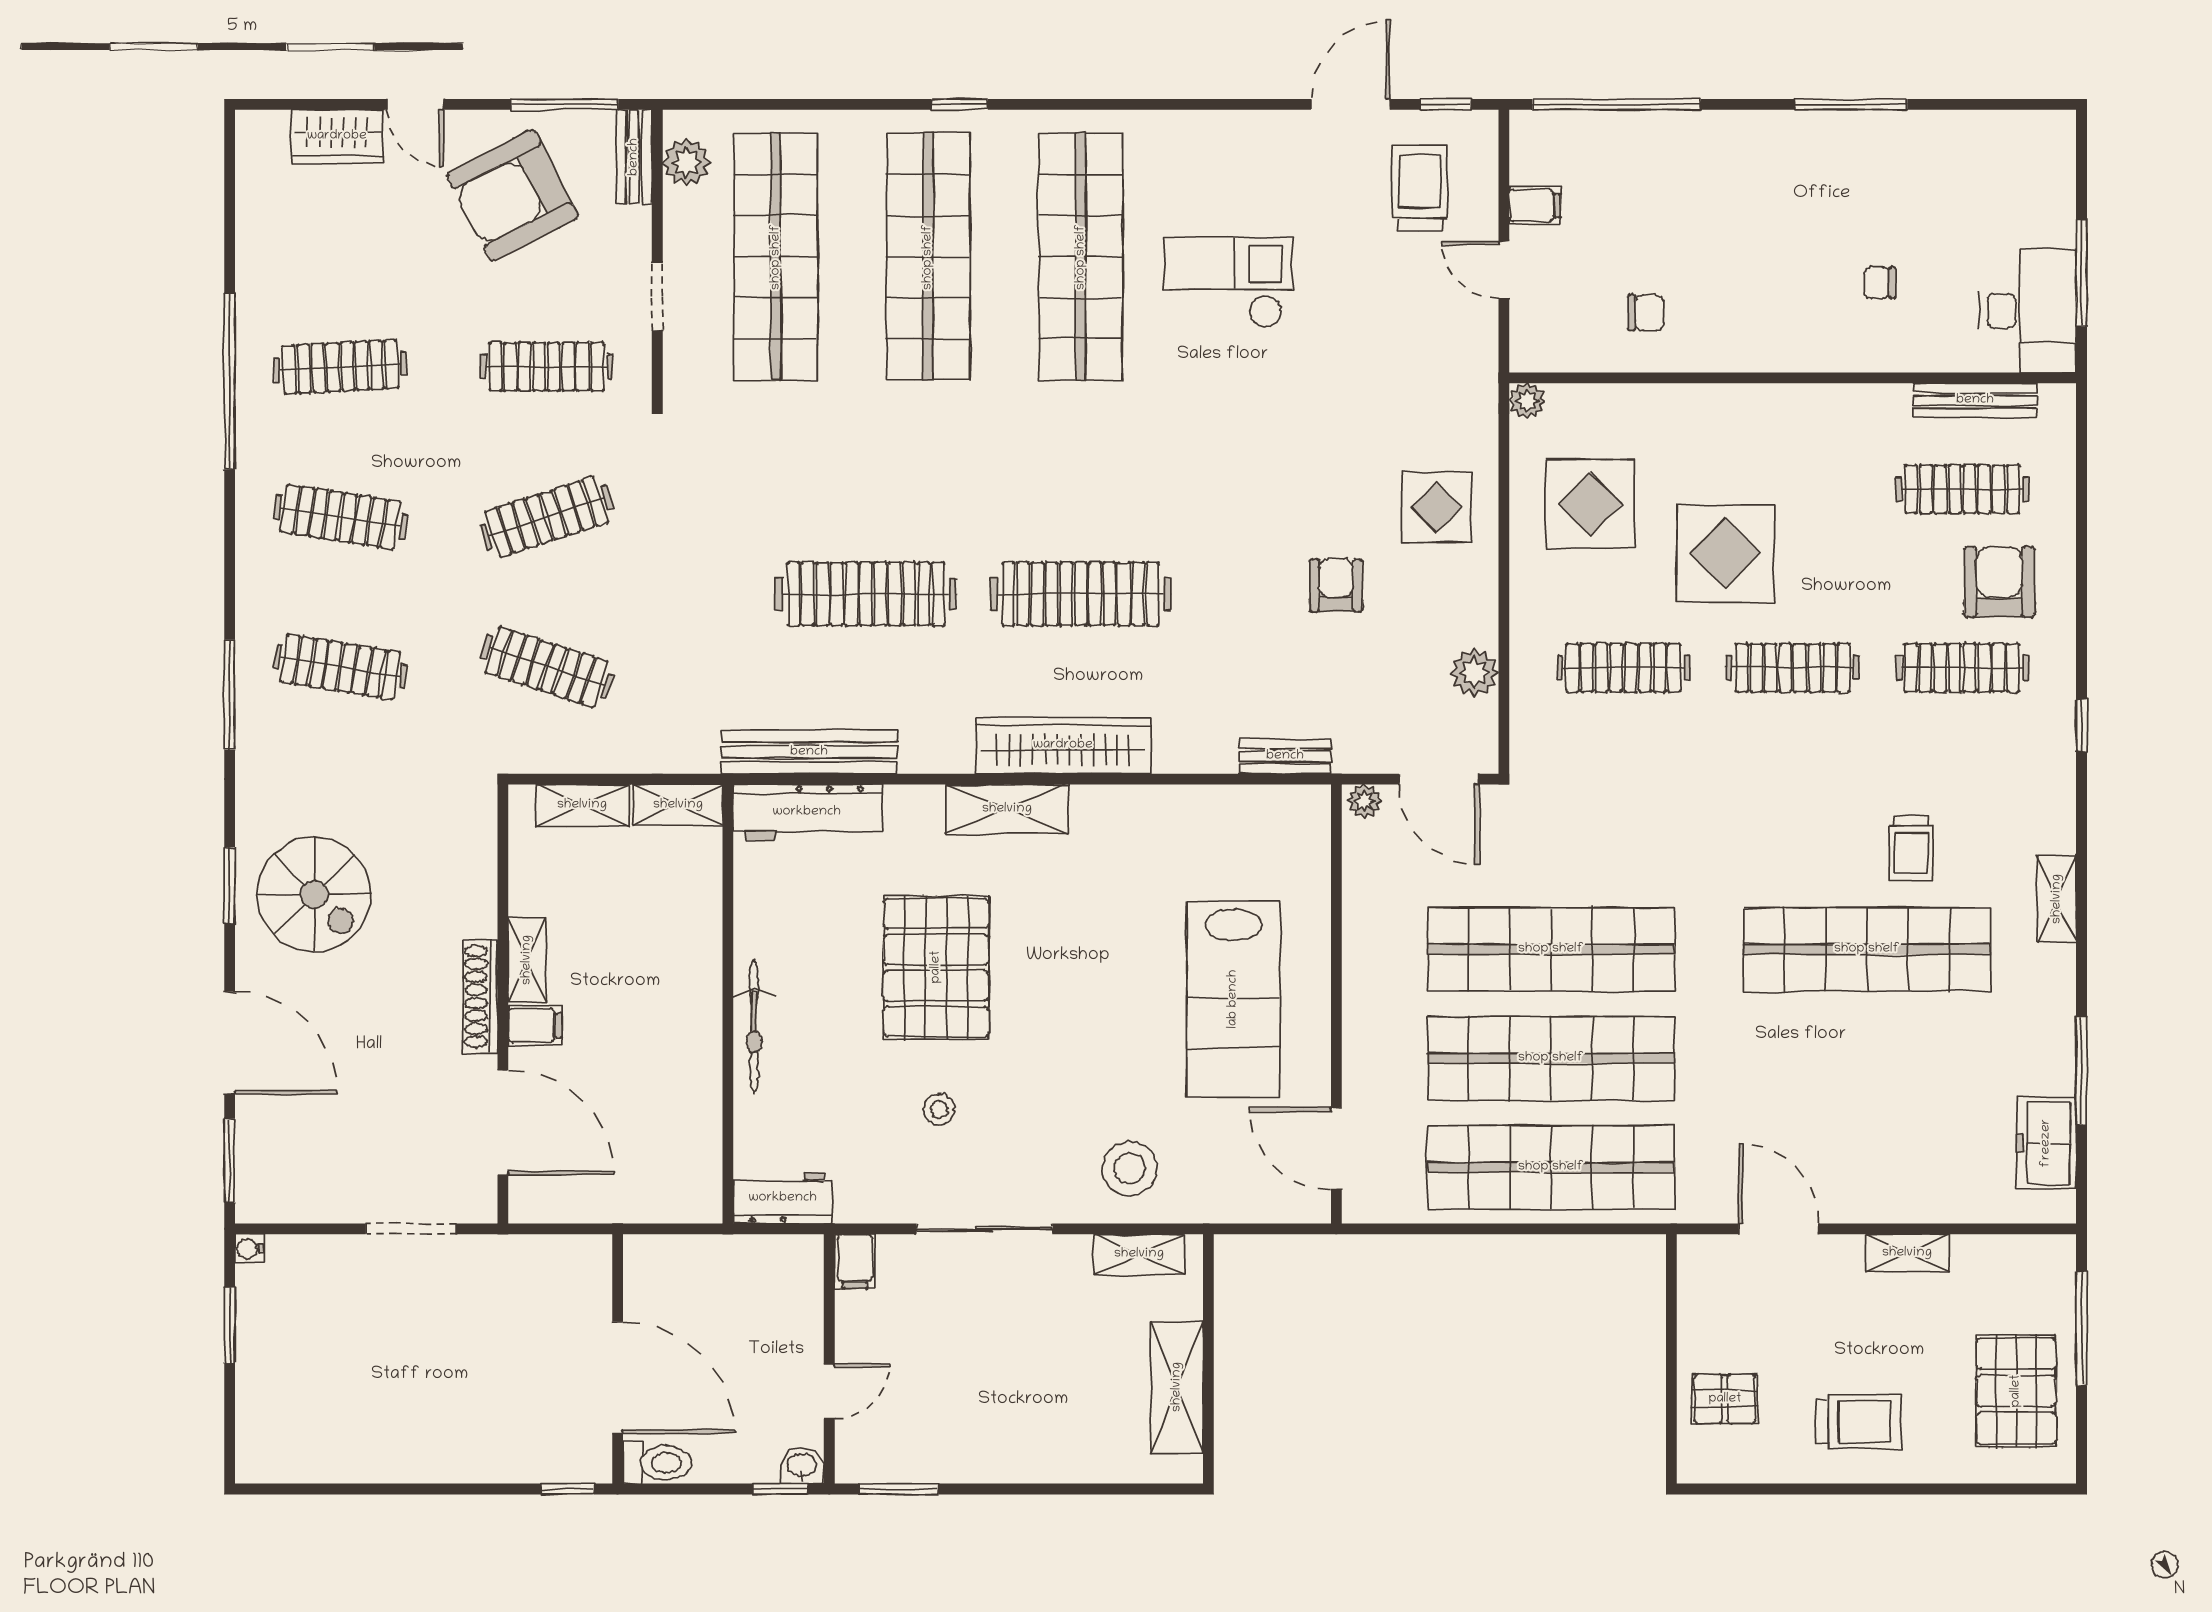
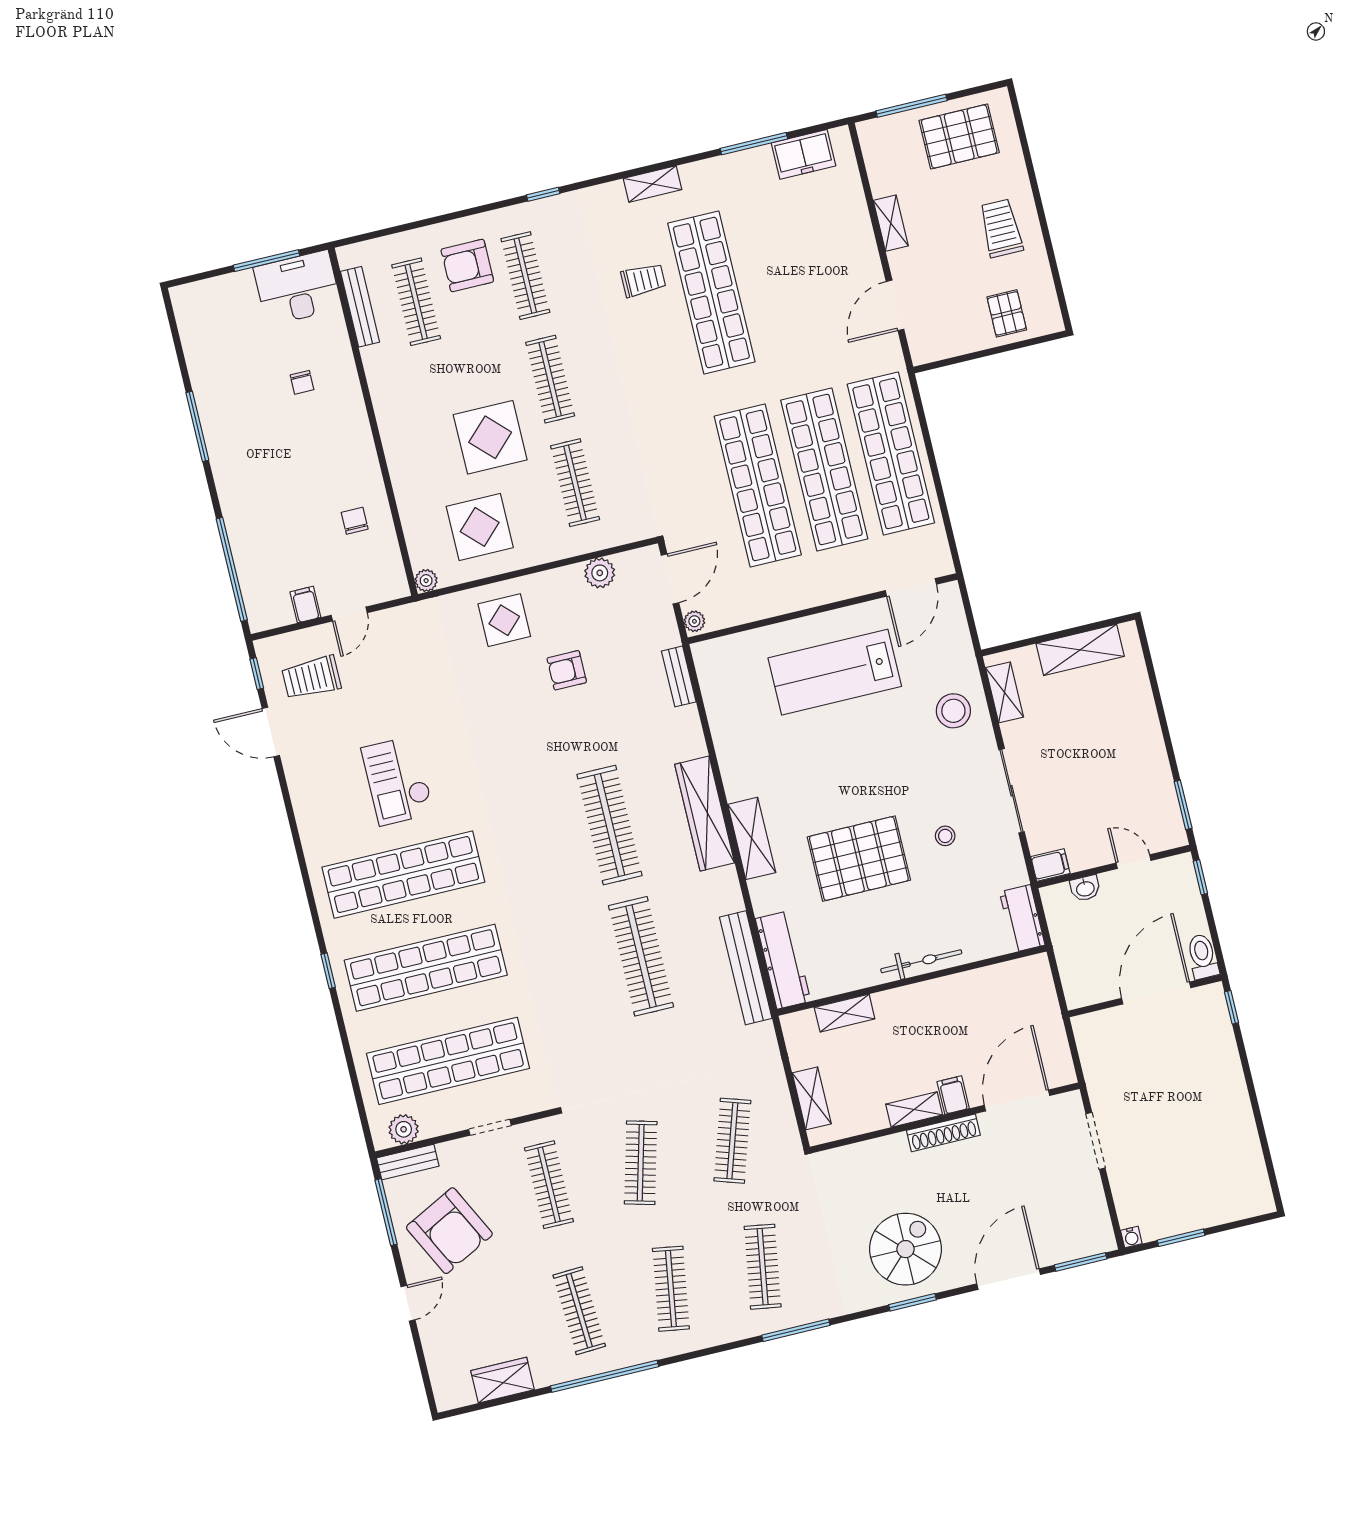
wardrobe: (337, 136) -> (502, 1380), moved, turned -90
clothes rail: (546, 517) -> (641, 1163), turned 33
shelving: (678, 805) -> (845, 1013), moved, turned 90
lab bench: (1233, 999) -> (835, 672), turned 180
washbasin: (802, 1466) -> (1085, 888), moved, turned -90

